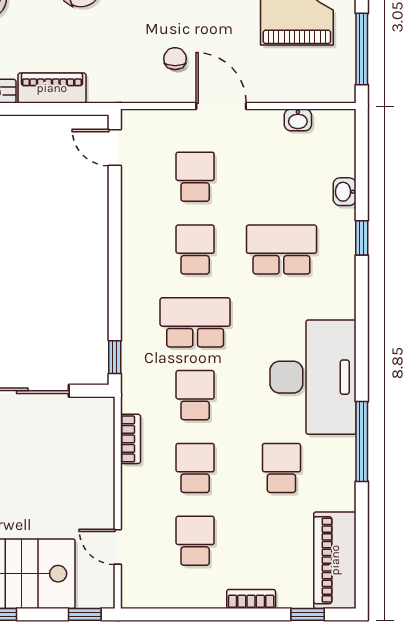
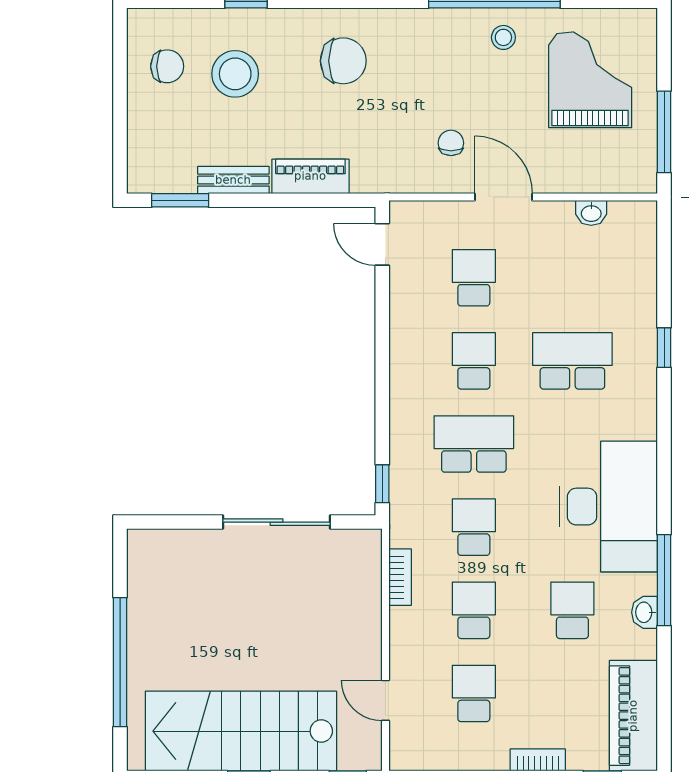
washbasin: (345, 192) -> (645, 612), moved

